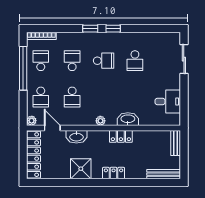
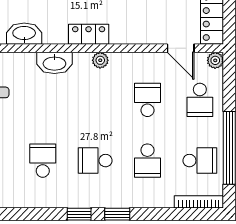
school desk: (41, 61) -> (200, 161), turned -90
school desk: (41, 97) -> (200, 100), turned 180
locker: (121, 136) -> (89, 34), moved
washbasin: (76, 137) -> (24, 34), moved

